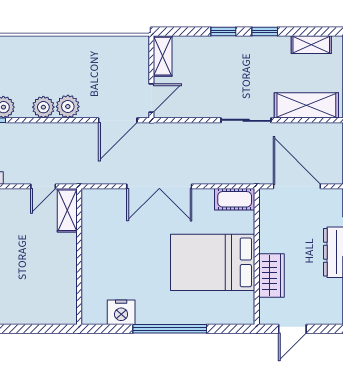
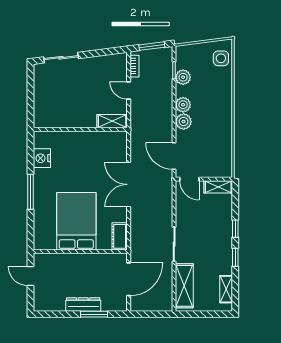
door: (43, 186) -> (129, 91), moved
wardrobe: (271, 275) -> (67, 262), removed
window: (170, 329) -> (31, 192), width x0.68

